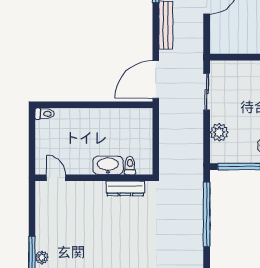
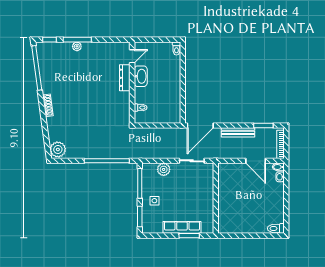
door: (156, 79) -> (200, 126), swing flipped
washbasin: (108, 165) -> (141, 76), moved
dresser: (125, 188) -> (125, 78), moved

